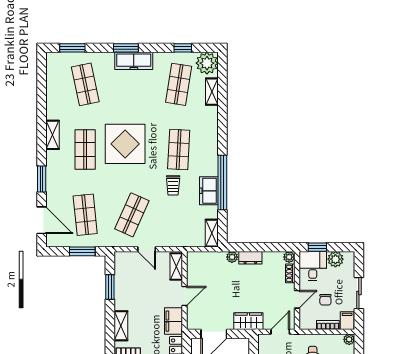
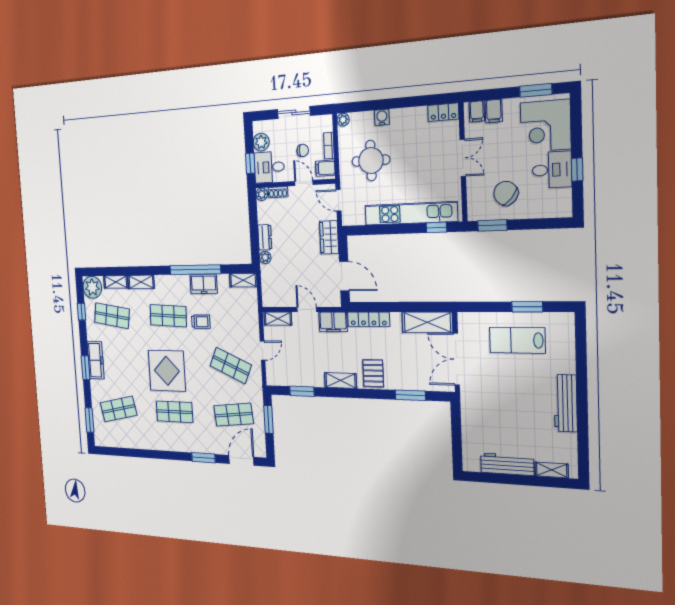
shelving: (52, 135) -> (141, 282), moved
filing cabinet: (347, 321) -> (325, 168), moved

